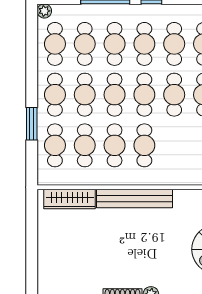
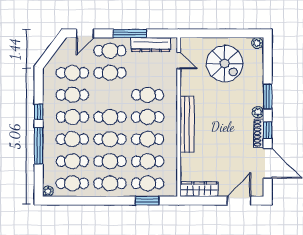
cafe table: (174, 95) -> (148, 95), moved
window: (32, 124) -> (147, 201), moved
wardrobe: (70, 199) -> (199, 189), moved, turned -90
door: (32, 269) -> (239, 201), added

